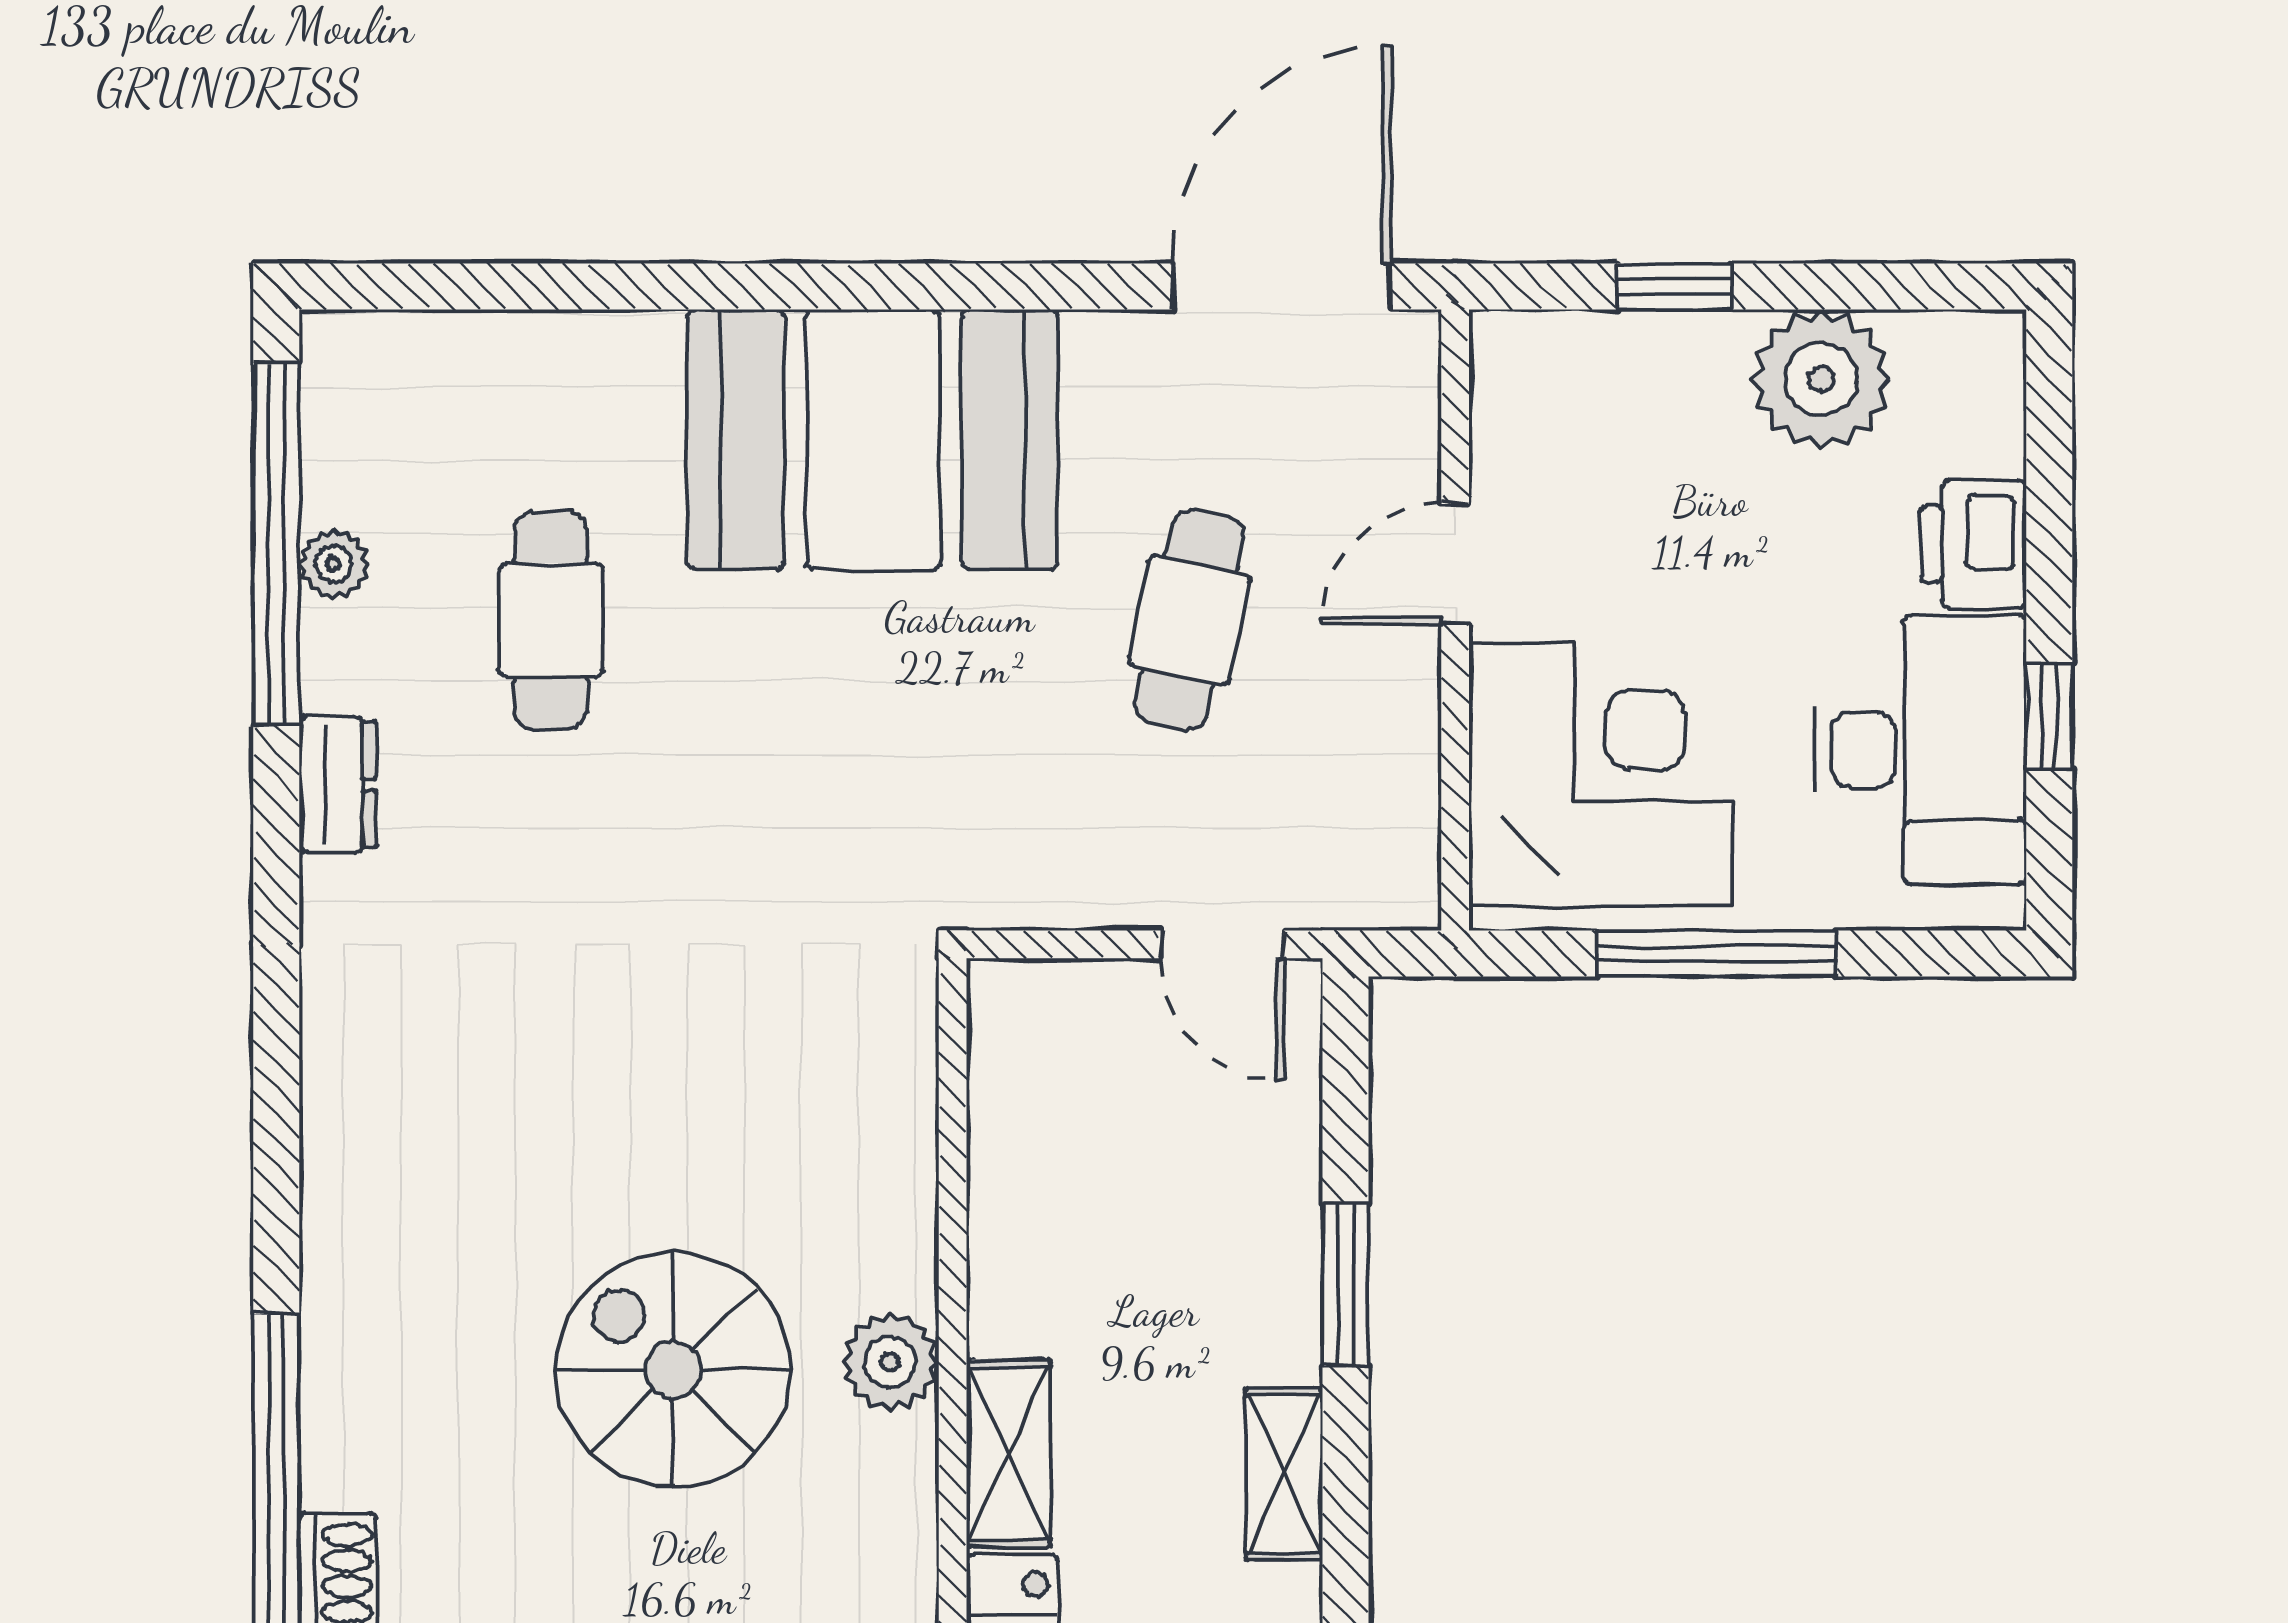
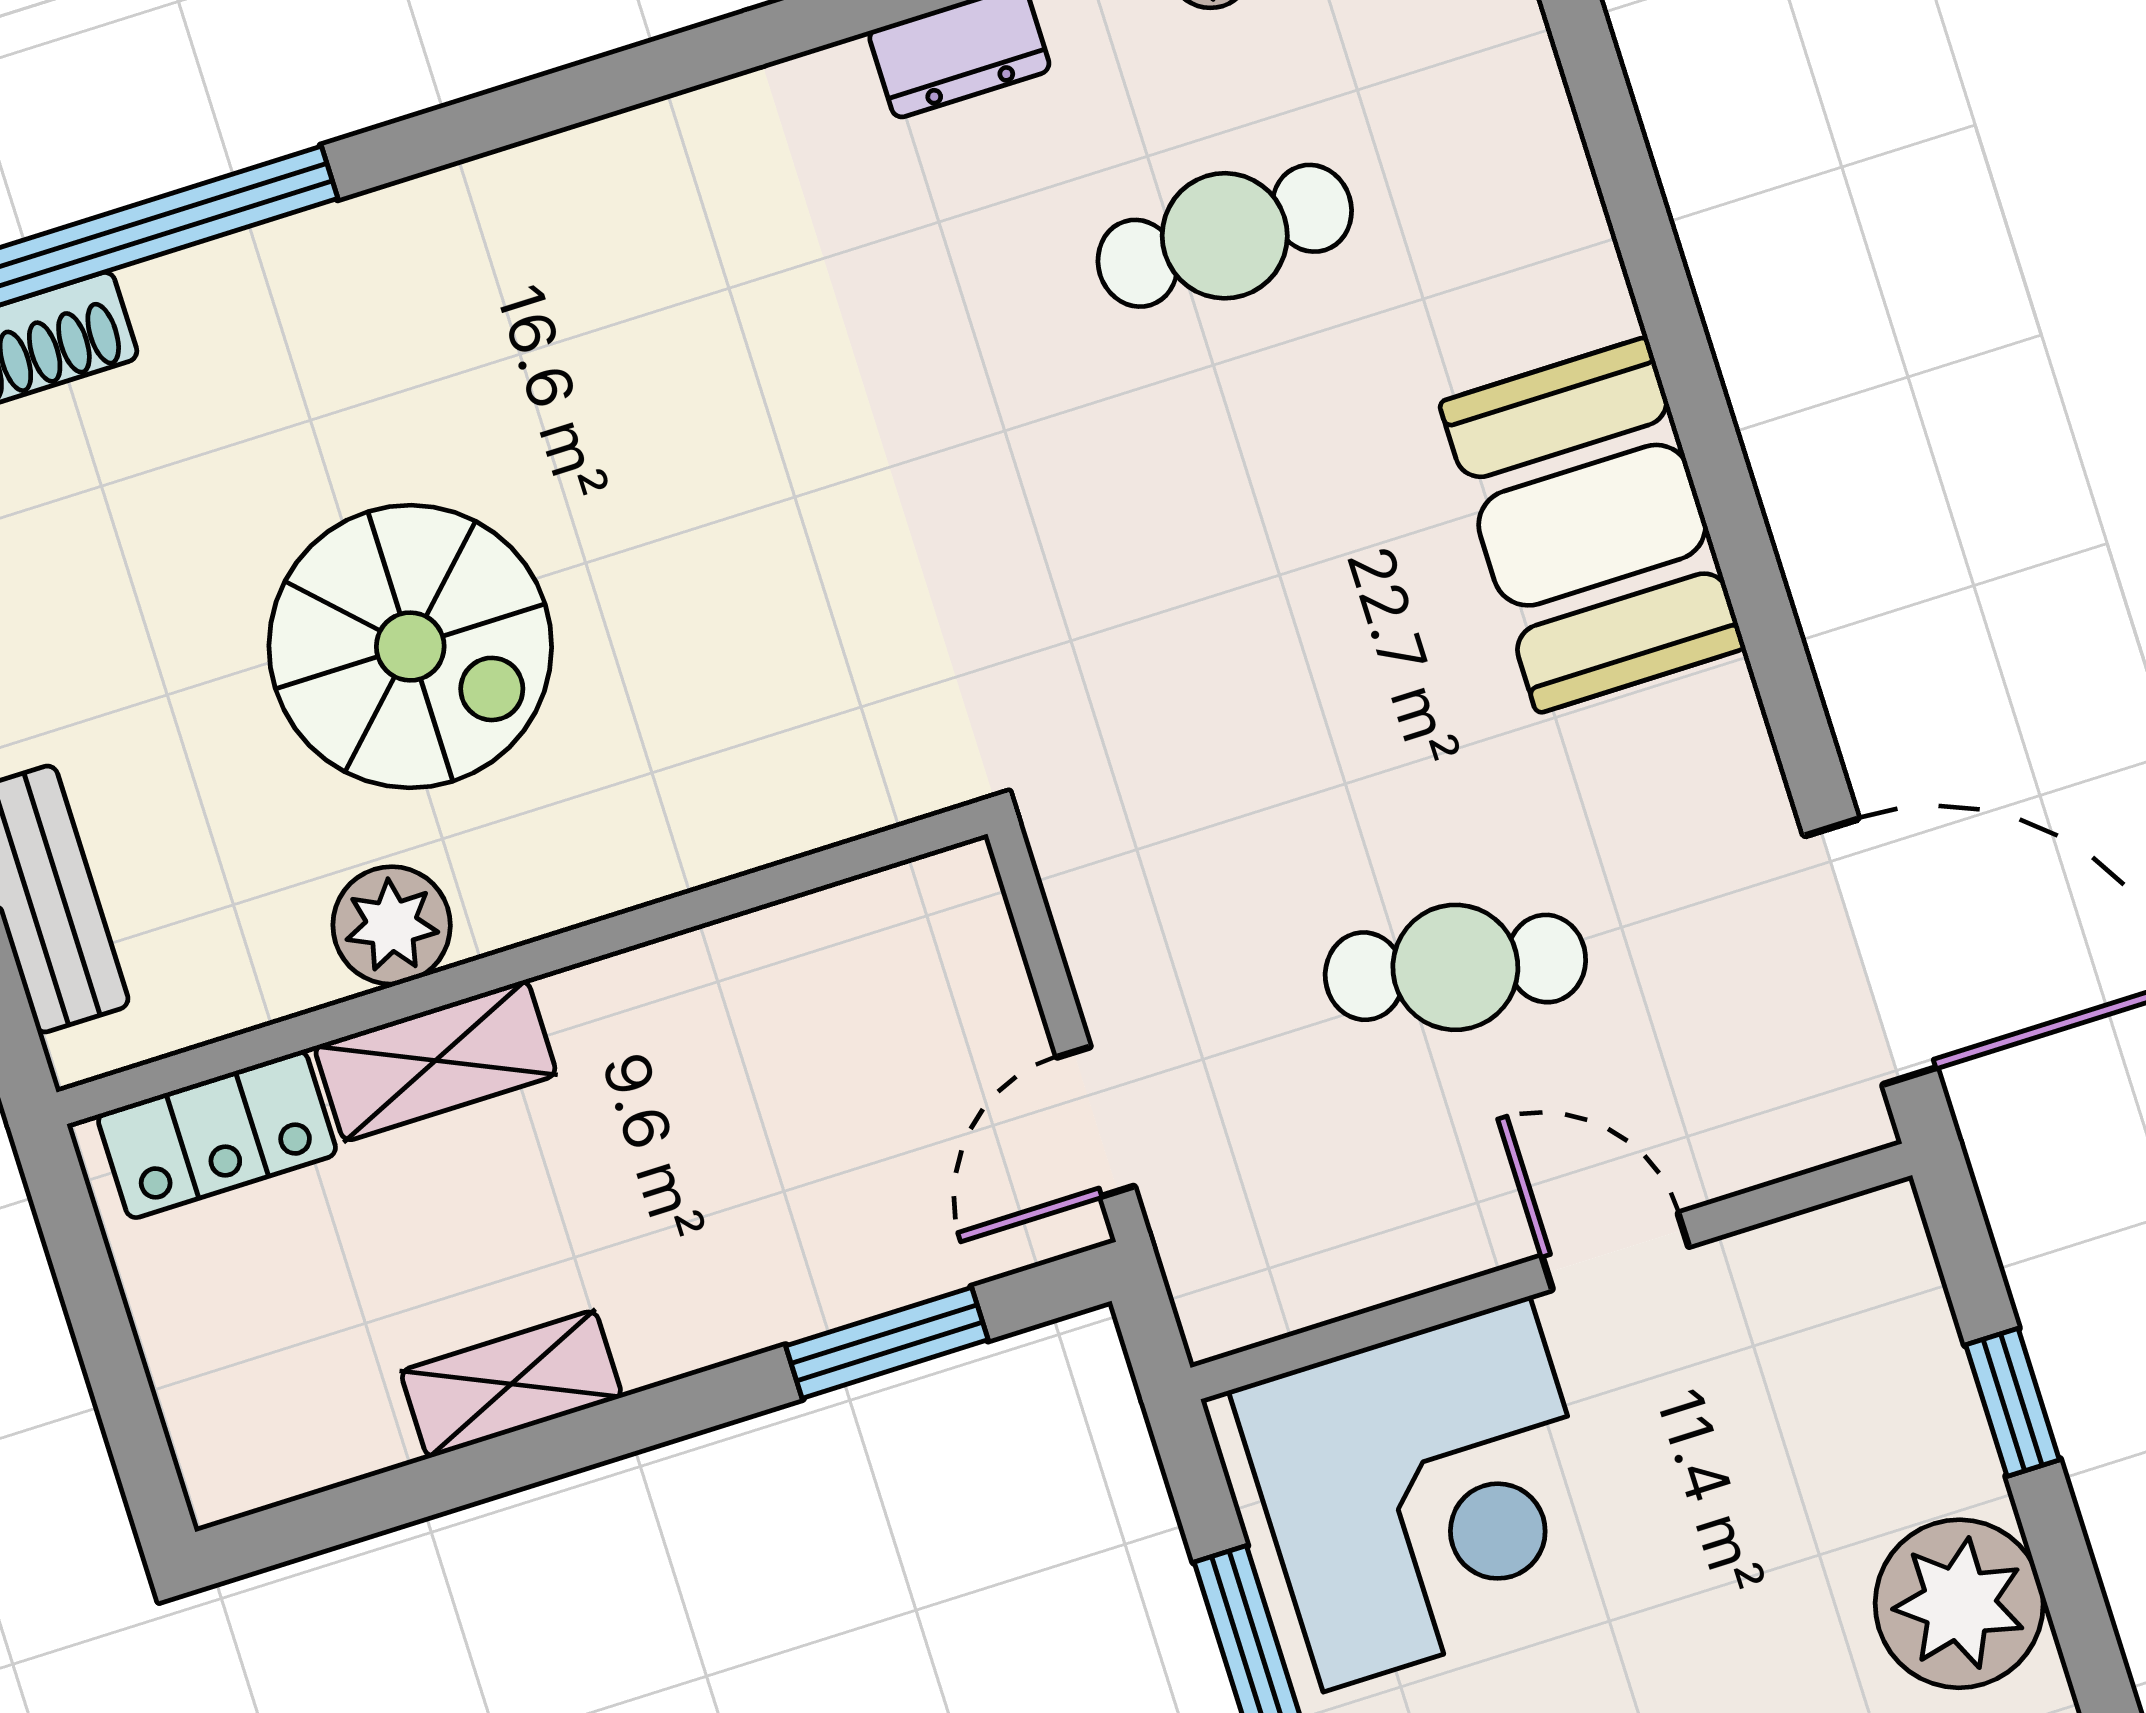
booth: (873, 439) -> (1592, 525), width x0.73, depth x0.70
window: (1346, 1285) -> (887, 1343), moved
plant: (890, 1362) -> (392, 925), moved
spiral stairs: (673, 1370) -> (410, 646), turned 90

